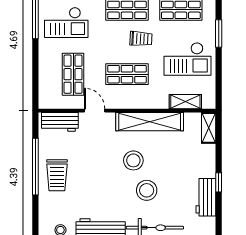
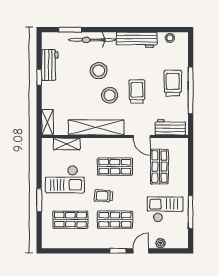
checkout: (188, 59) -> (65, 179), turned 180
trolley: (100, 165) -> (137, 91), added

